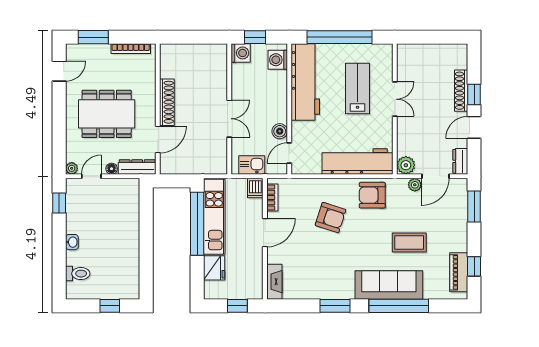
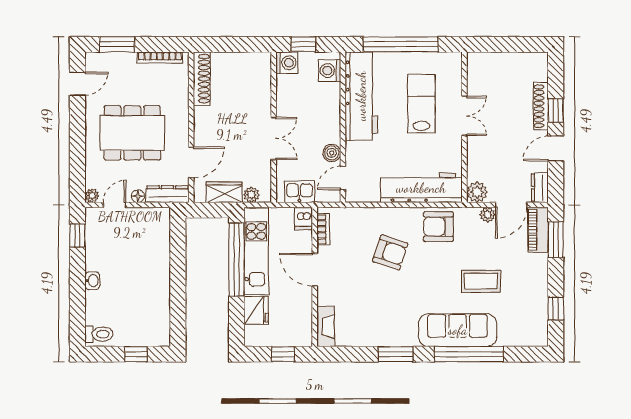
shoe rack: (167, 102) -> (202, 79), moved
wardrobe: (186, 165) -> (224, 192), added
plant: (210, 167) -> (251, 195), added
door: (265, 233) -> (315, 270), swing flipped
piano: (459, 272) -> (538, 230), moved
toilet: (78, 274) -> (99, 334), moved

